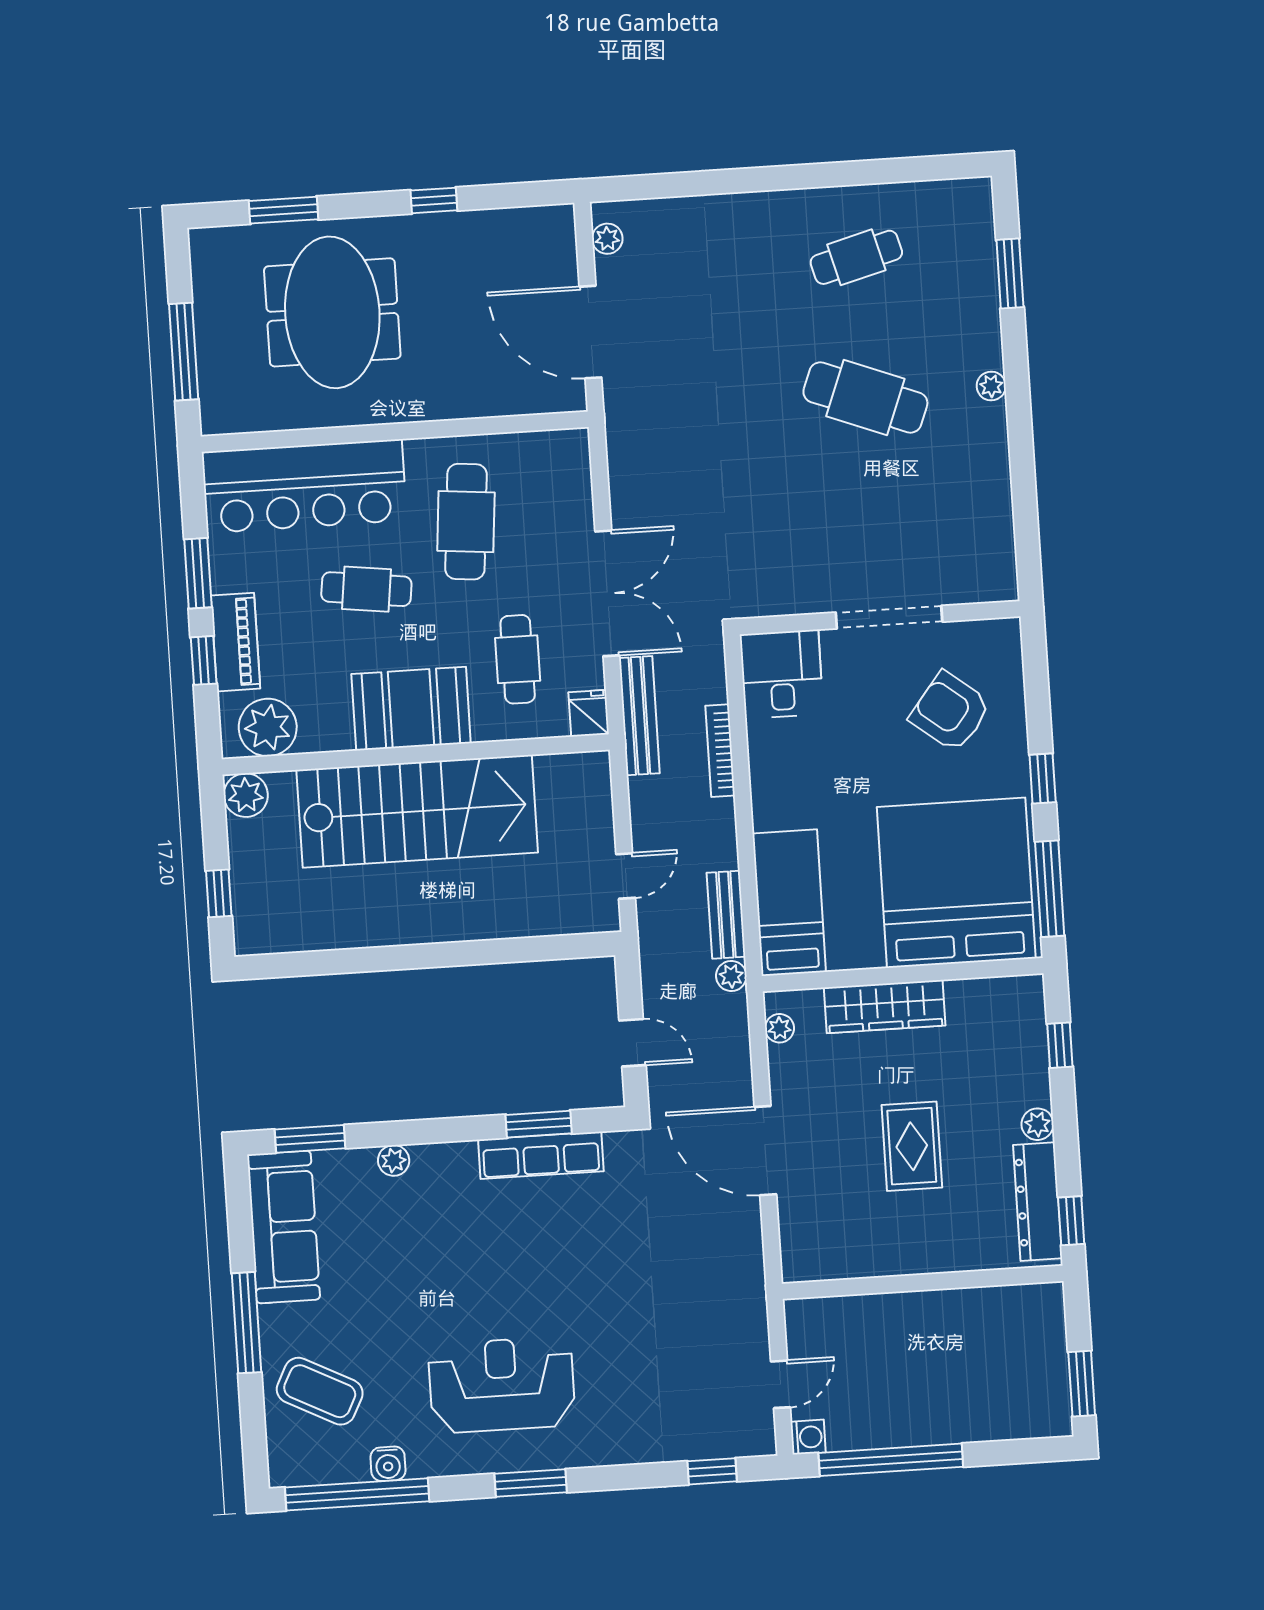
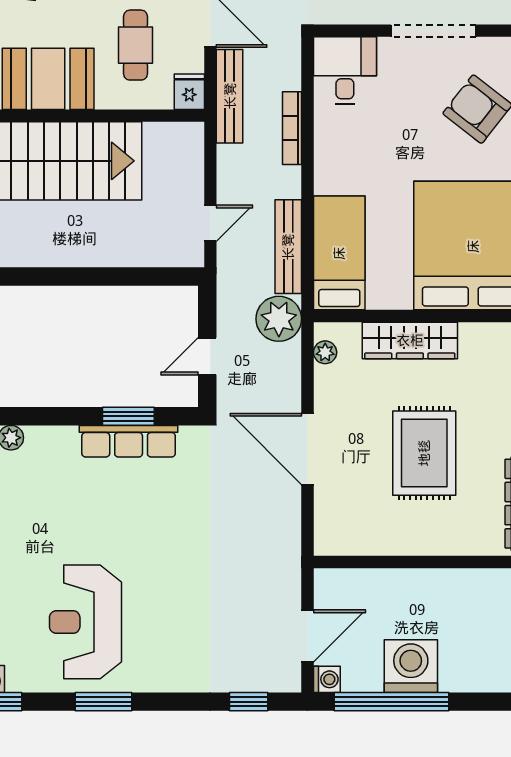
bench: (726, 915) -> (288, 247), width x1.36
plant: (731, 976) -> (279, 319), width x1.88, depth x1.88
door: (633, 1043) -> (207, 356), swing flipped
rug: (912, 1146) -> (424, 453), width x1.36, depth x1.43
door: (780, 1384) -> (308, 636), width x1.37
reception desk: (502, 1385) -> (85, 622), turned -90
washing machine: (912, 1414) -> (411, 666), added

